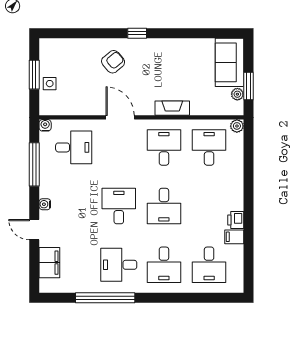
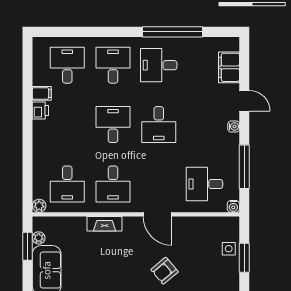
desk: (119, 265) -> (159, 65), turned 180

